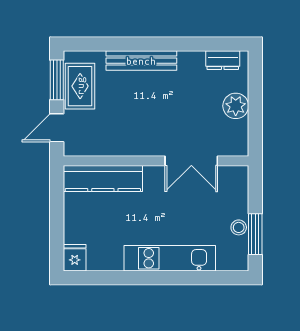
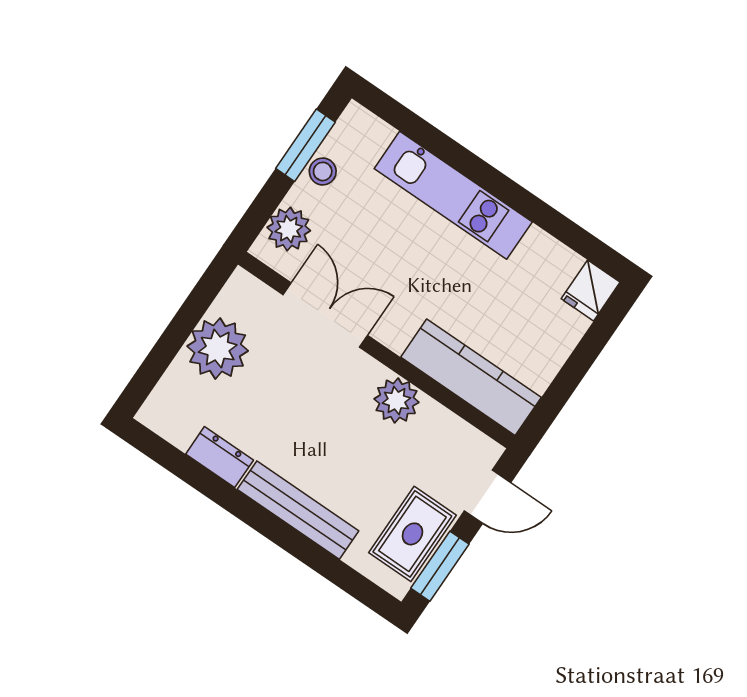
dresser: (223, 60) -> (220, 457), moved
plant: (236, 106) -> (218, 349), width x1.36, depth x1.36
plant: (130, 144) -> (396, 401), added
plant: (236, 189) -> (289, 229), added

